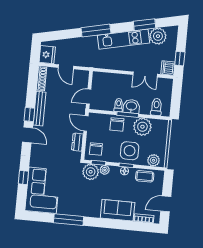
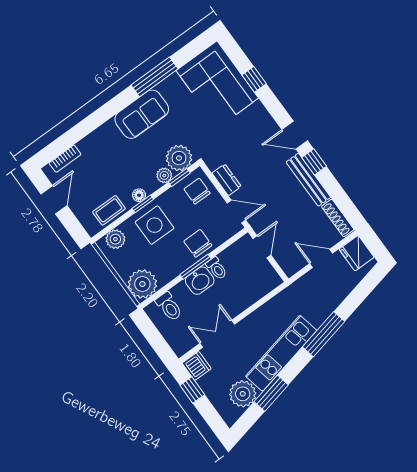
plant: (142, 127) -> (142, 284), moved
sofa: (118, 210) -> (142, 114), moved

